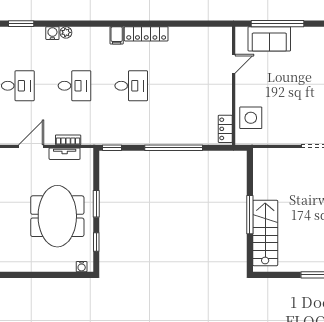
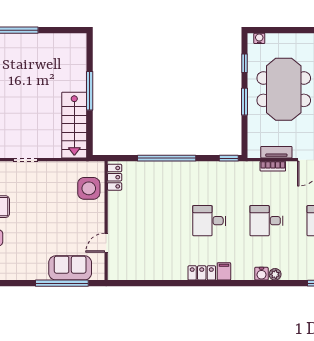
water cooler: (52, 33) -> (261, 274), moved
locker: (146, 34) -> (202, 273), width x0.66
stairs: (265, 233) -> (74, 125), moved

